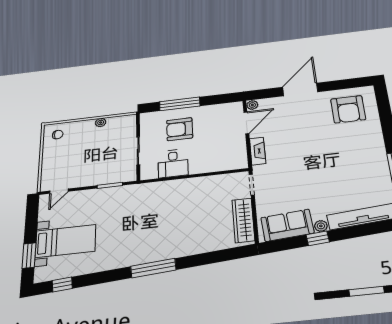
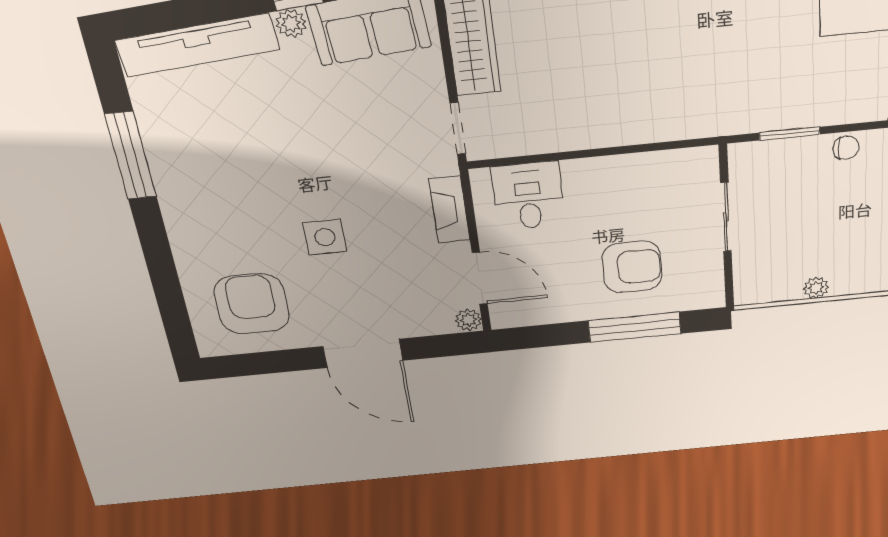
door: (300, 89) -> (363, 353), hinge flipped
door: (246, 123) -> (480, 278), swing flipped
side table: (313, 138) -> (325, 237), added
desk: (173, 163) -> (528, 196), moved
chair: (86, 180) -> (846, 148), added

